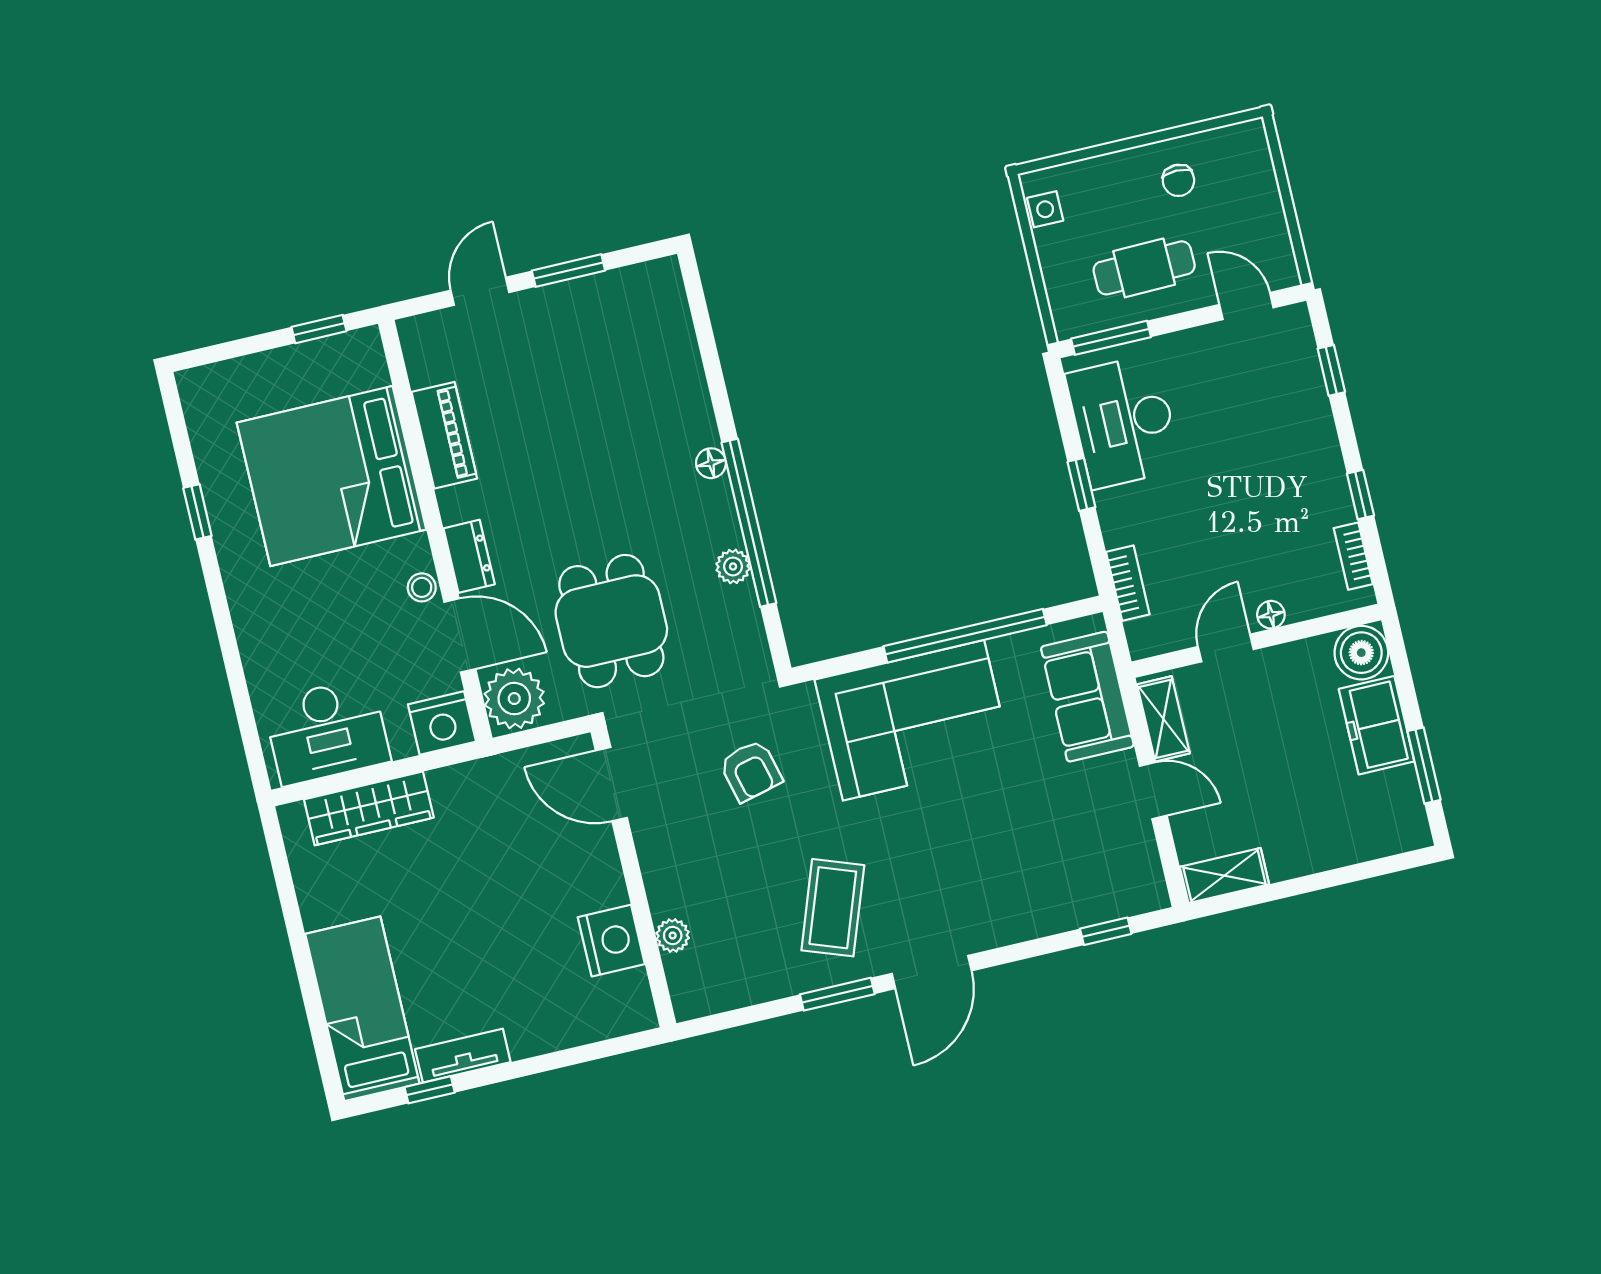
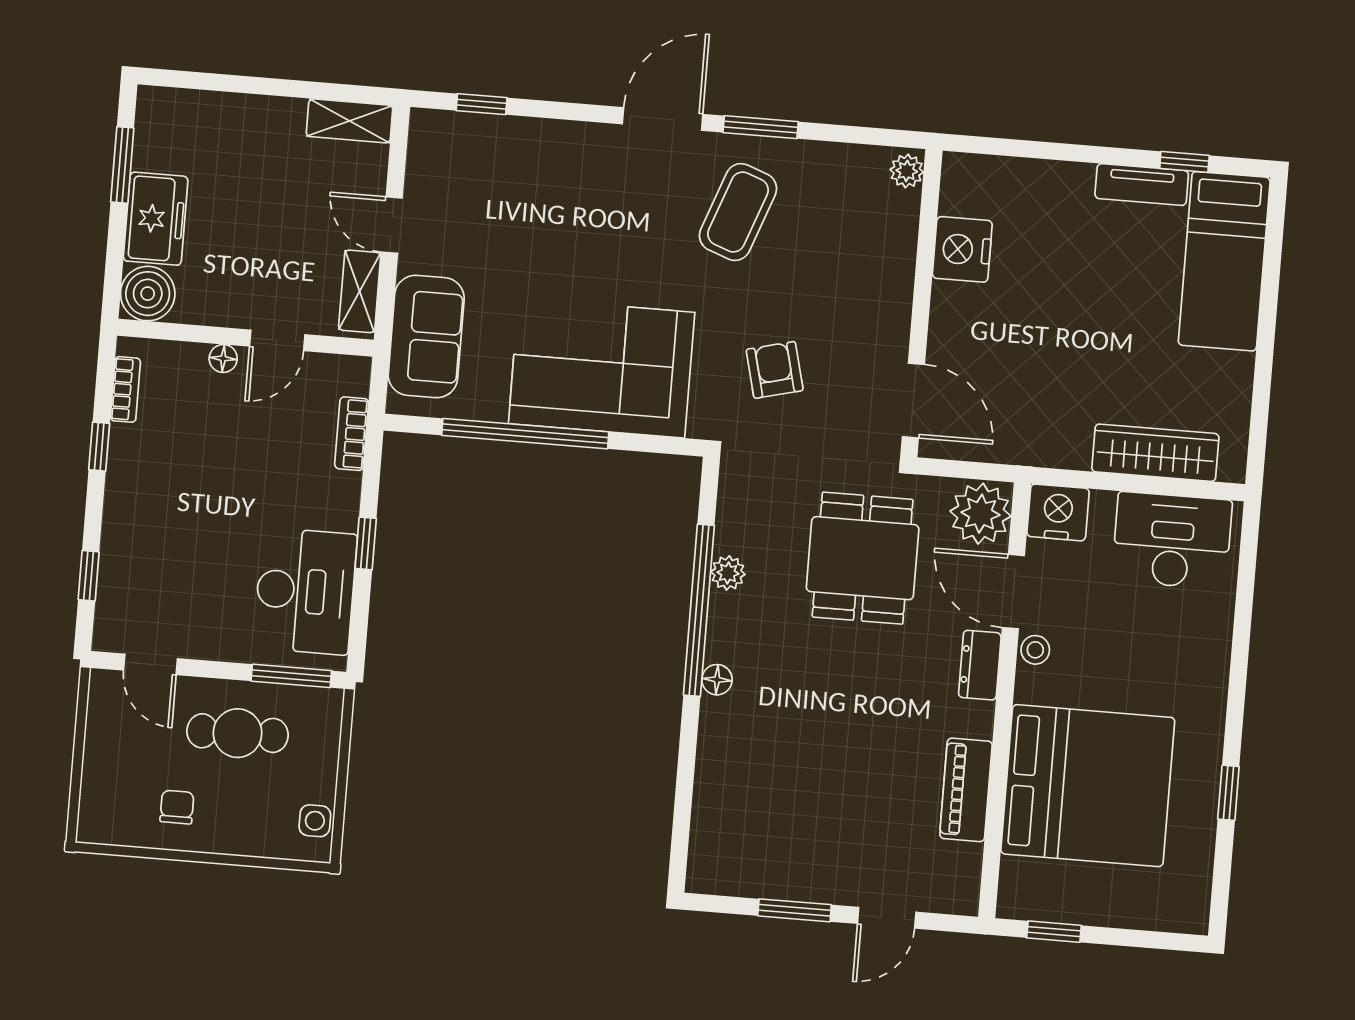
plant: (673, 935) -> (907, 171), moved

